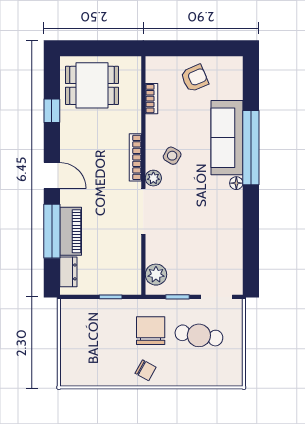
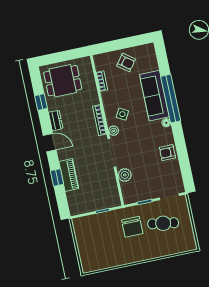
armchair: (195, 78) -> (126, 62), turned 60
armchair: (228, 229) -> (167, 153), added
window: (52, 231) -> (57, 178), width x0.46
dresser: (68, 272) -> (56, 120), moved
plant: (156, 275) -> (125, 175), moved
chair: (151, 331) -> (132, 227), turned 180
chair: (146, 370) -> (134, 252), removed

